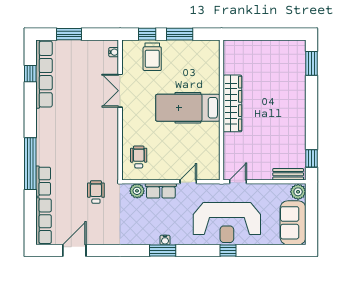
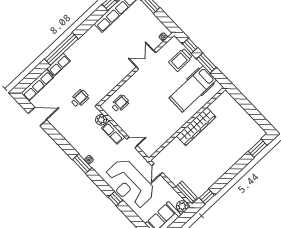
hospital bed: (188, 108) -> (193, 89), moved, turned -90
door: (238, 182) -> (157, 169), swing flipped

